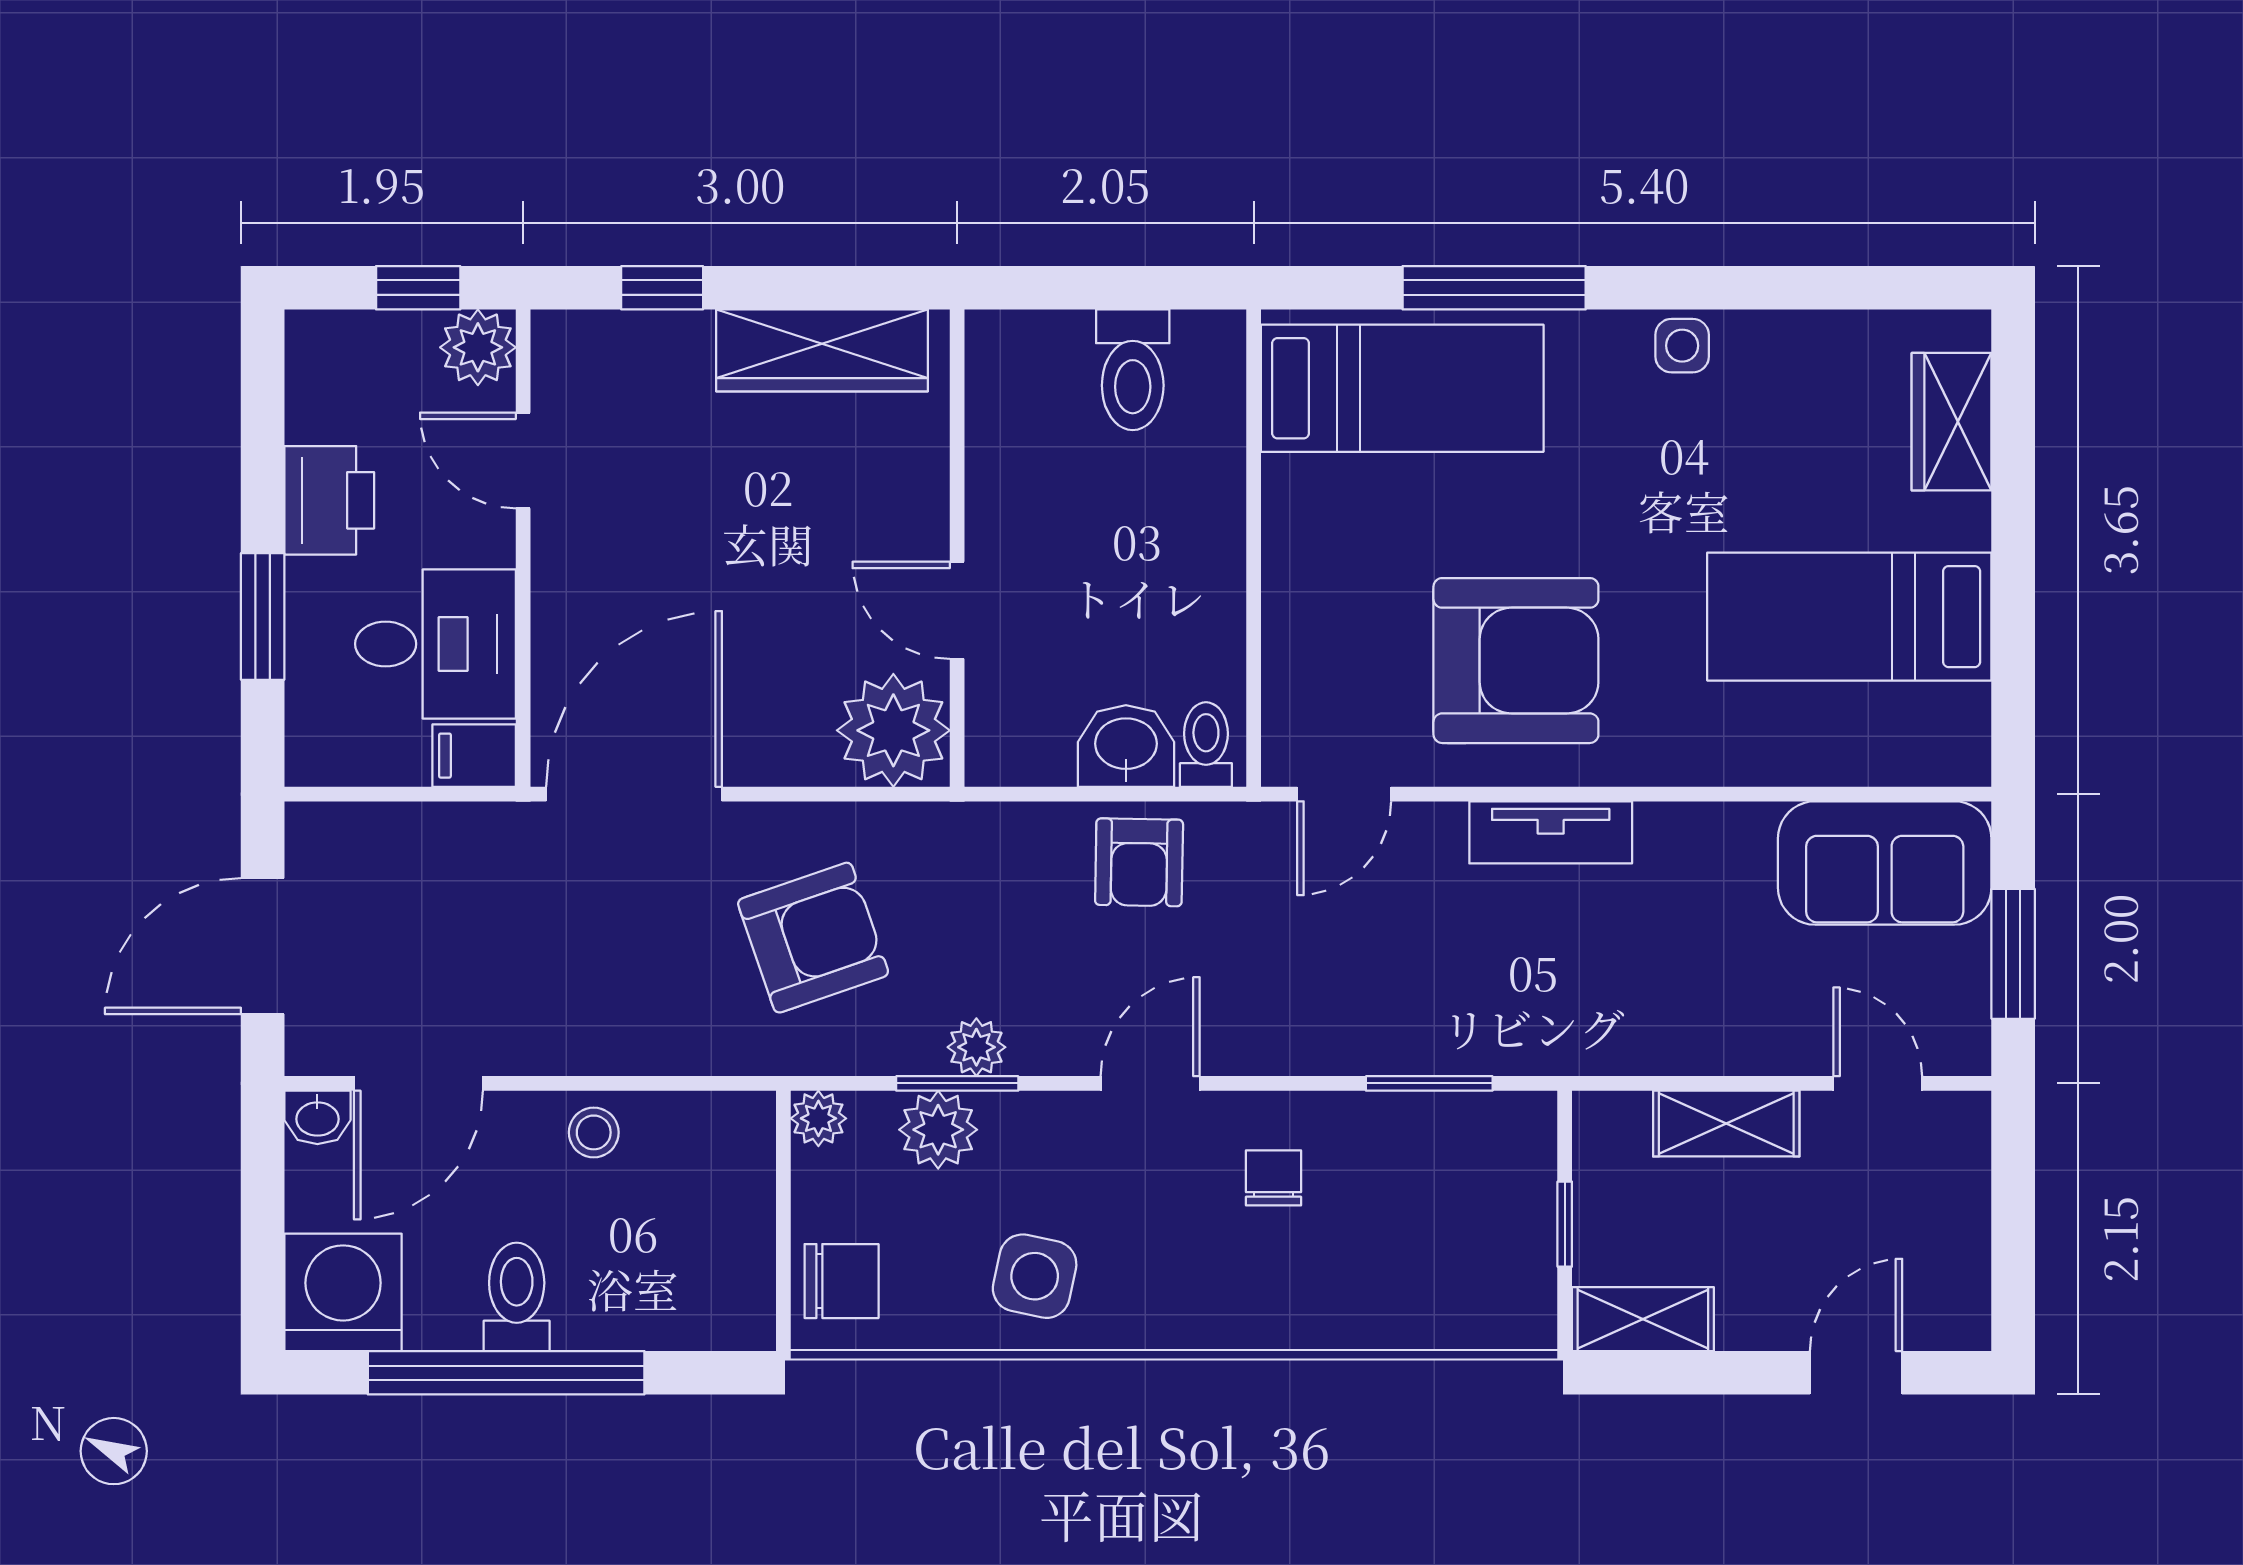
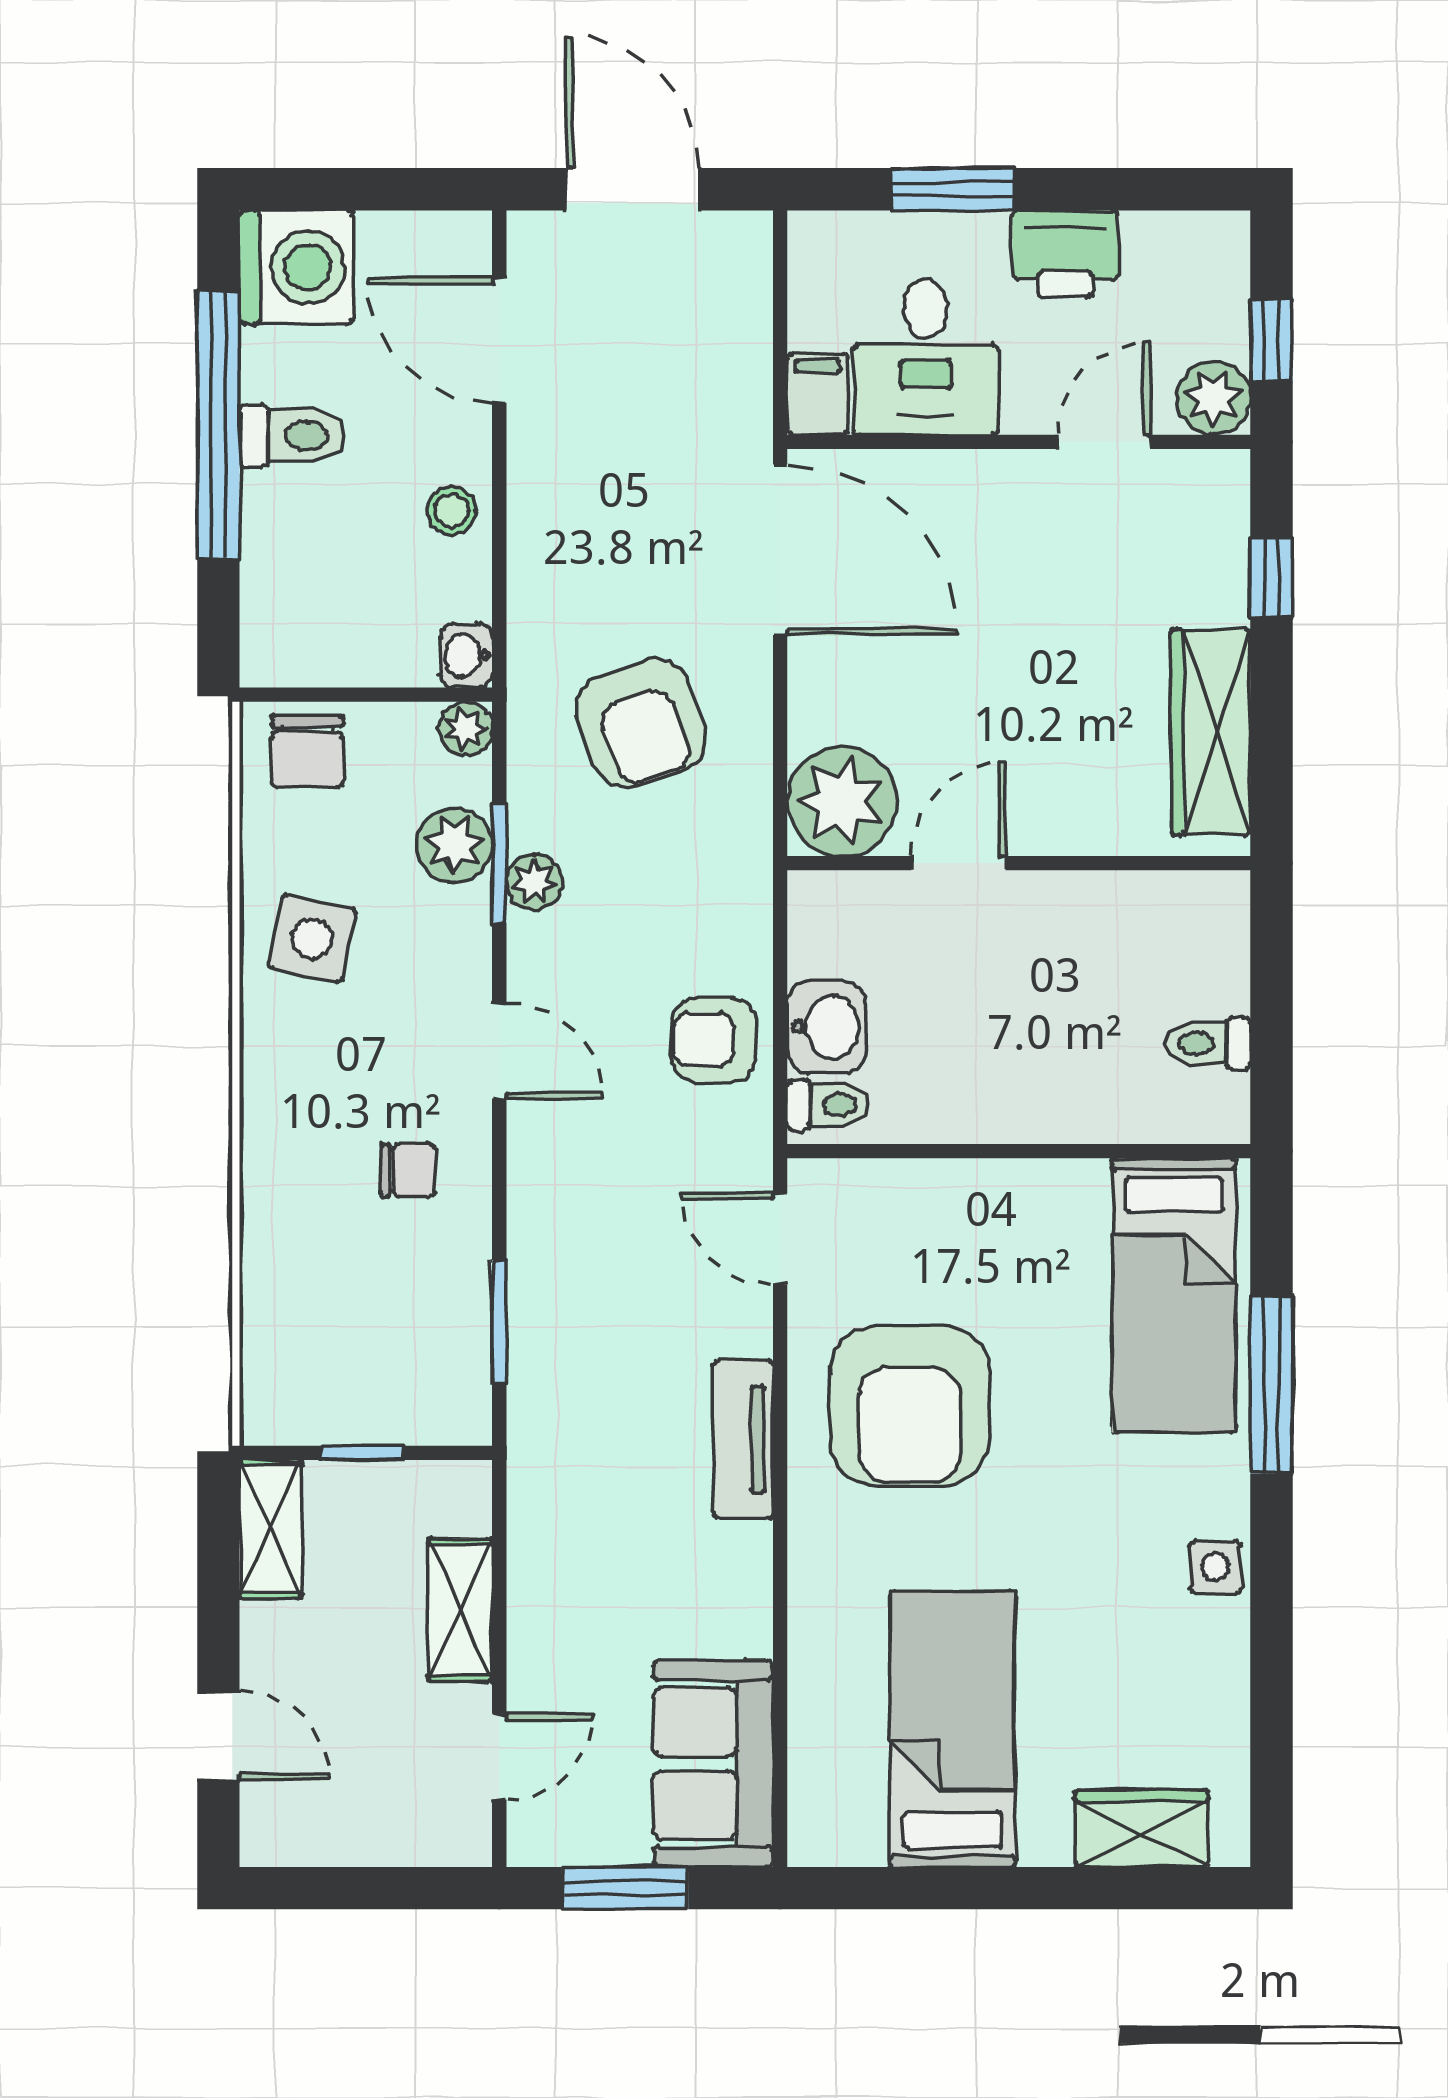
toilet: (1133, 370) -> (1208, 1043), width x0.73, depth x0.72
washbasin: (317, 1117) -> (466, 656), moved

